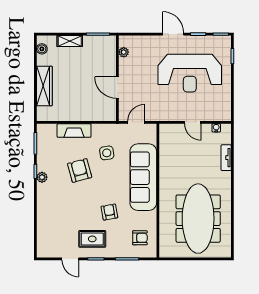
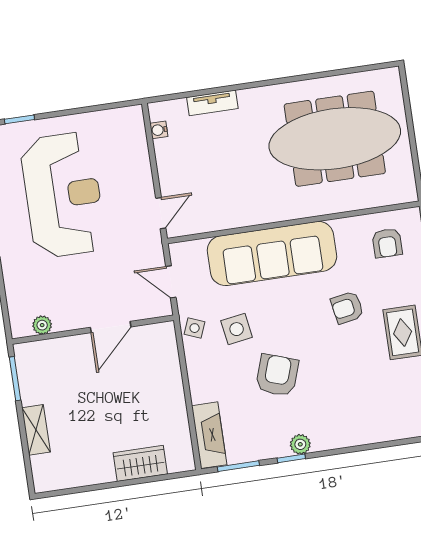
boiler: (42, 49) -> (59, 480), removed
wardrobe: (44, 86) -> (140, 463), width x0.67
door: (193, 122) -> (161, 213), moved
fireplace: (74, 131) -> (209, 435), moved
side table: (110, 131) -> (195, 328), added
armchair: (80, 170) -> (277, 375), turned 124
armchair: (140, 238) -> (387, 243), turned 180

